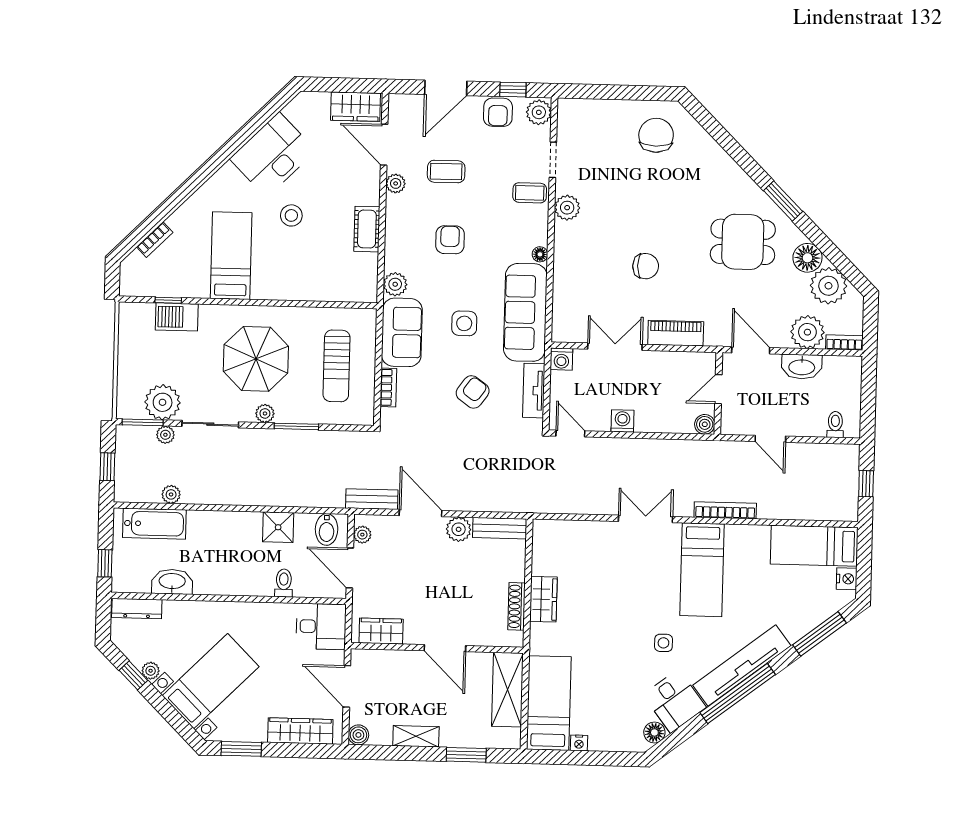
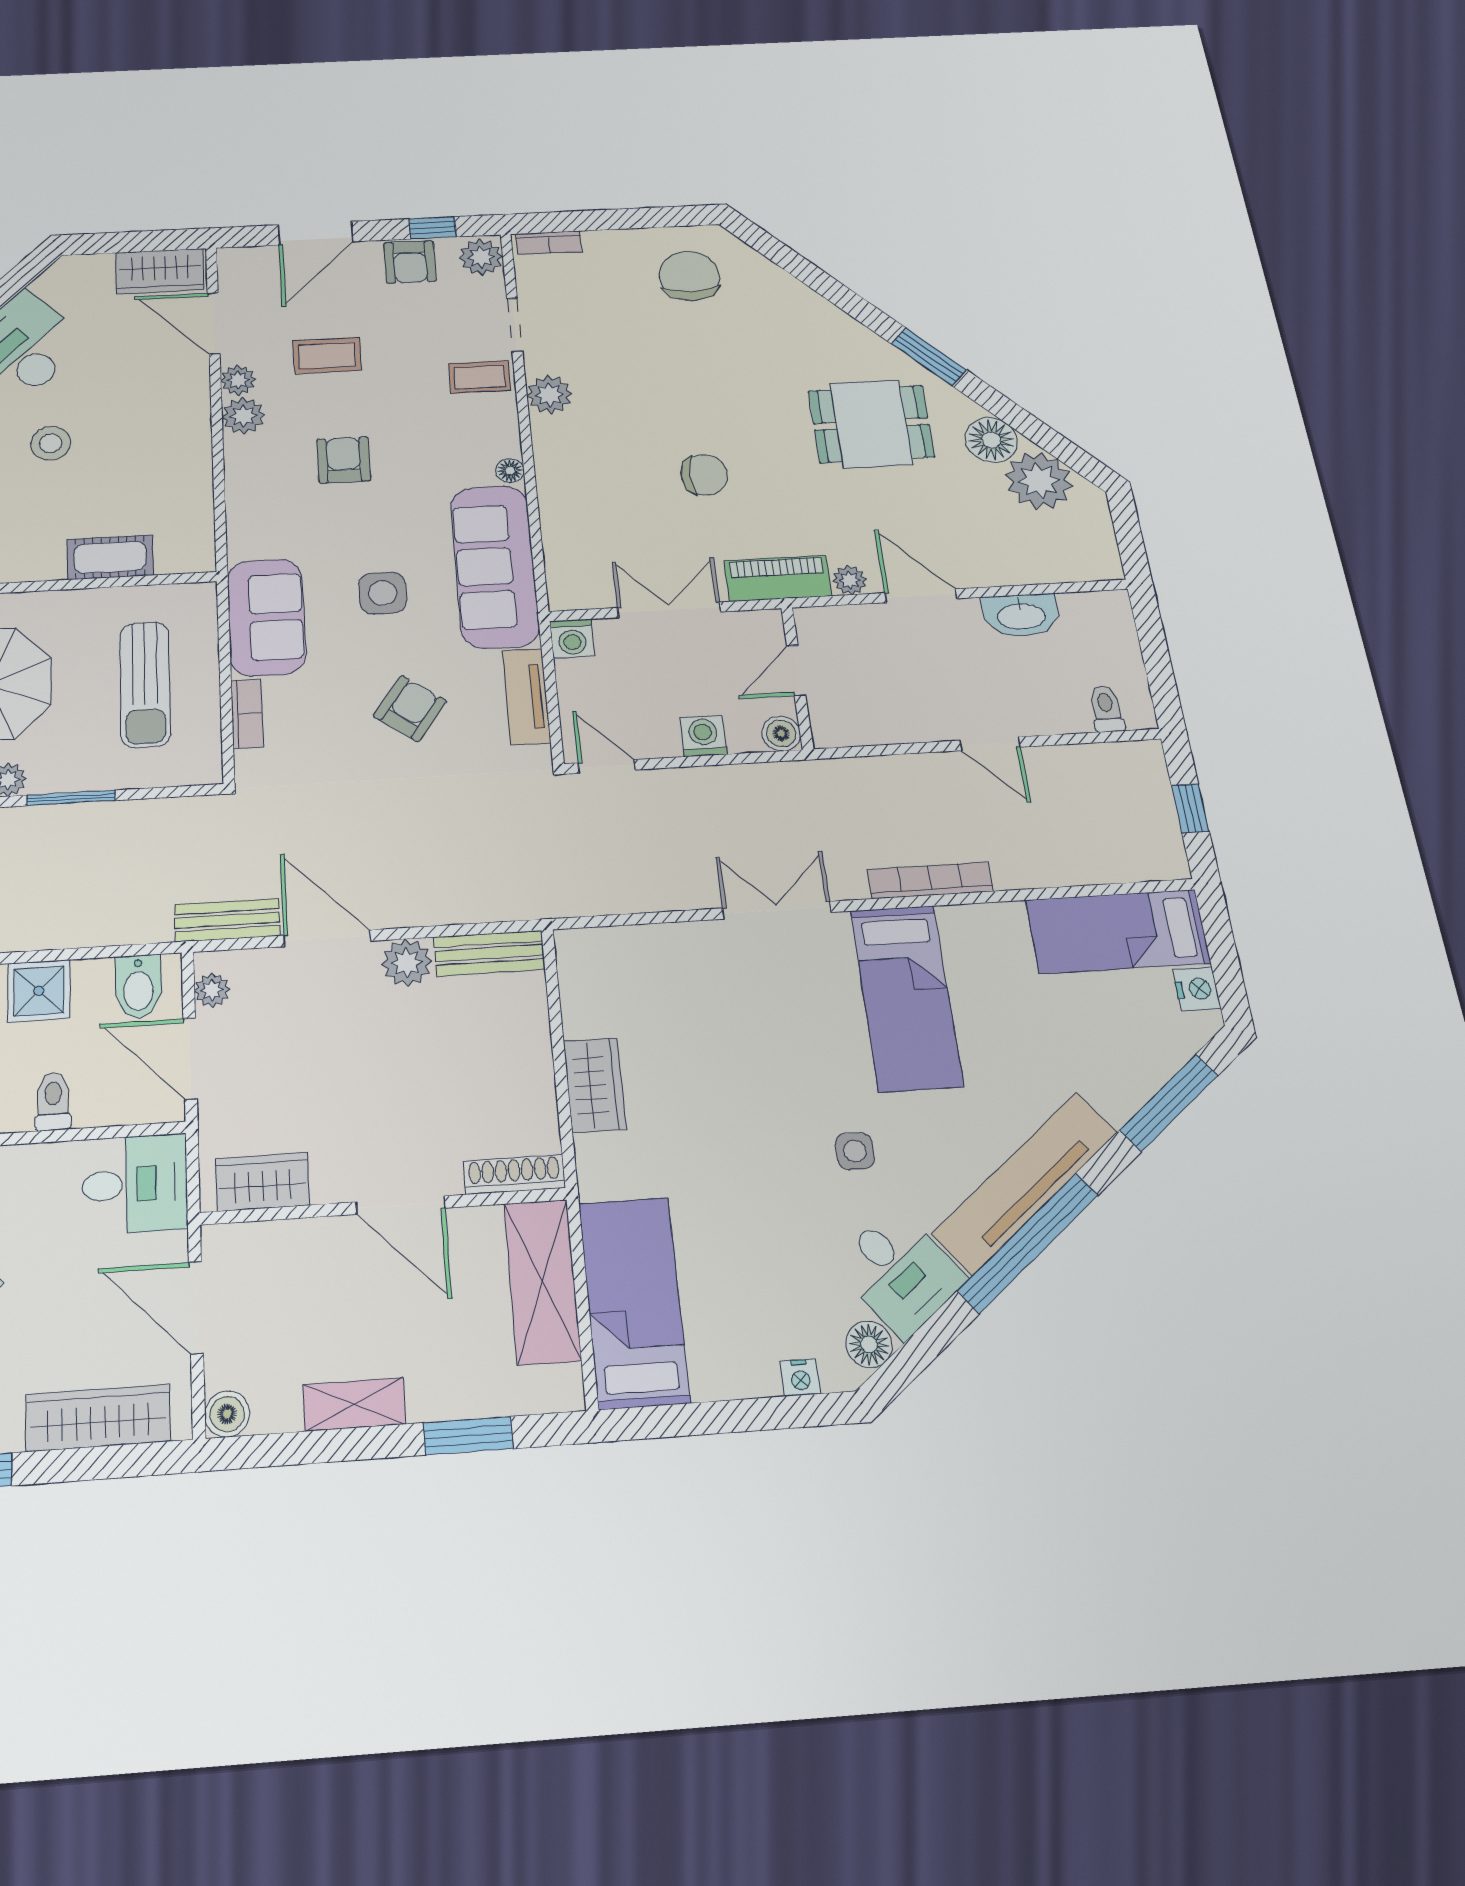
cot: (367, 229) -> (110, 557), moved, turned 90
plant: (395, 284) -> (243, 416), moved
plant: (807, 332) -> (850, 580), moved, width x0.53, depth x0.53
bookcase: (844, 343) -> (549, 243), moved, turned 180
door: (718, 389) -> (796, 670), moved
wall: (718, 393) -> (797, 678), moved
boiler: (705, 424) -> (781, 733), moved
shoe rack: (516, 606) -> (514, 1174), moved, turned 90
nightstand: (579, 743) -> (800, 1377), moved

